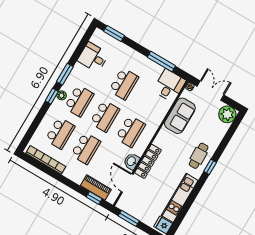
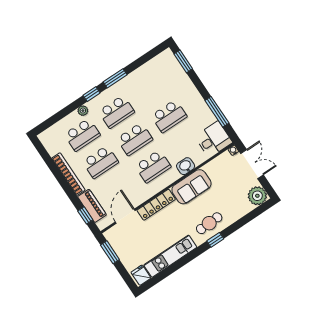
desk: (93, 57) -> (151, 75), removed
plant: (62, 95) -> (83, 111), moved
sofa: (180, 116) -> (191, 187), moved
bookcase: (46, 160) -> (68, 174), moved
washbasin: (131, 161) -> (186, 166), moved

